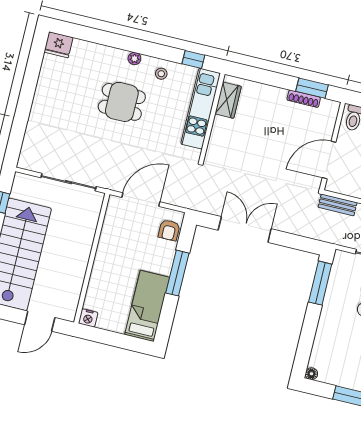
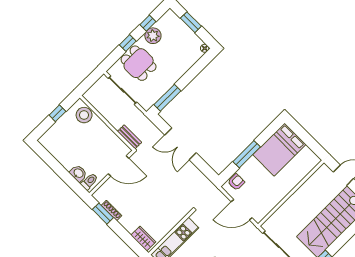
wardrobe: (228, 100) -> (143, 238), moved, turned 90
double door: (245, 230) -> (181, 144), moved
bed: (147, 306) -> (279, 150), width x1.50
nightstand: (88, 318) -> (314, 160), removed

